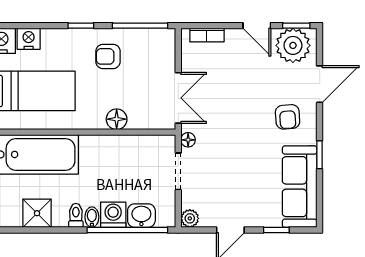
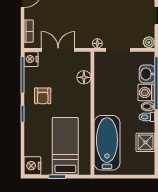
nightstand: (29, 39) -> (31, 59), moved
double door: (178, 98) -> (58, 50), moved
floor lamp: (117, 119) -> (84, 77), moved

